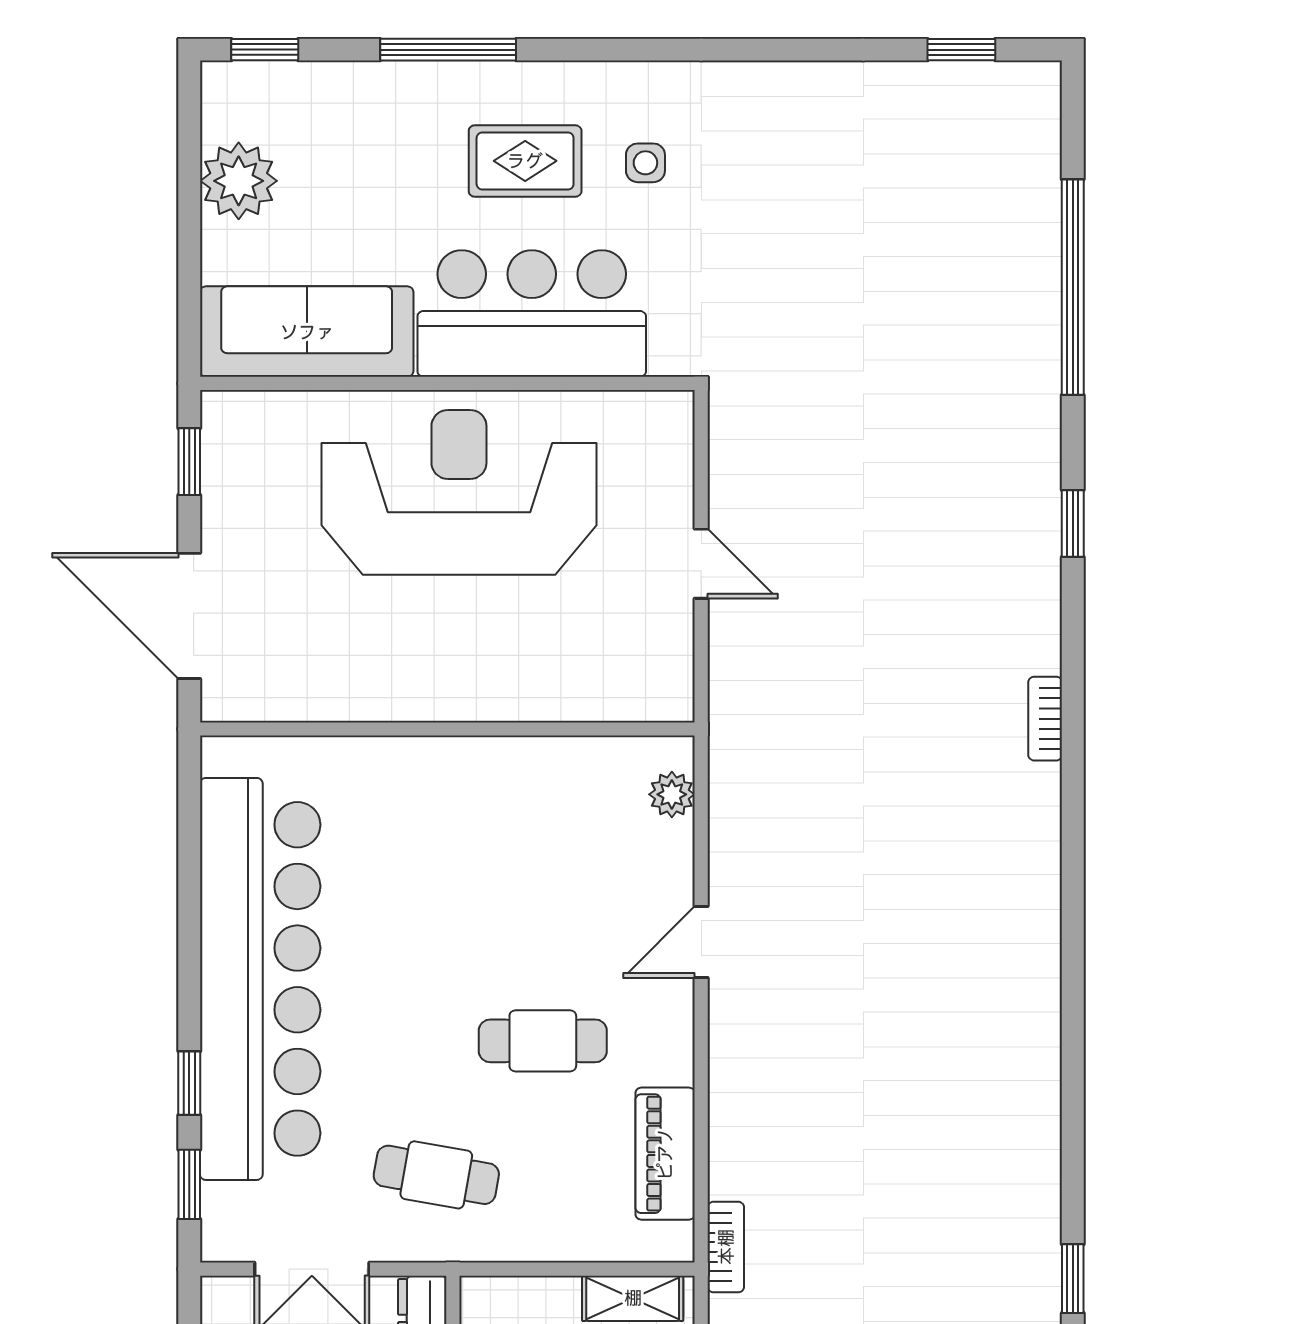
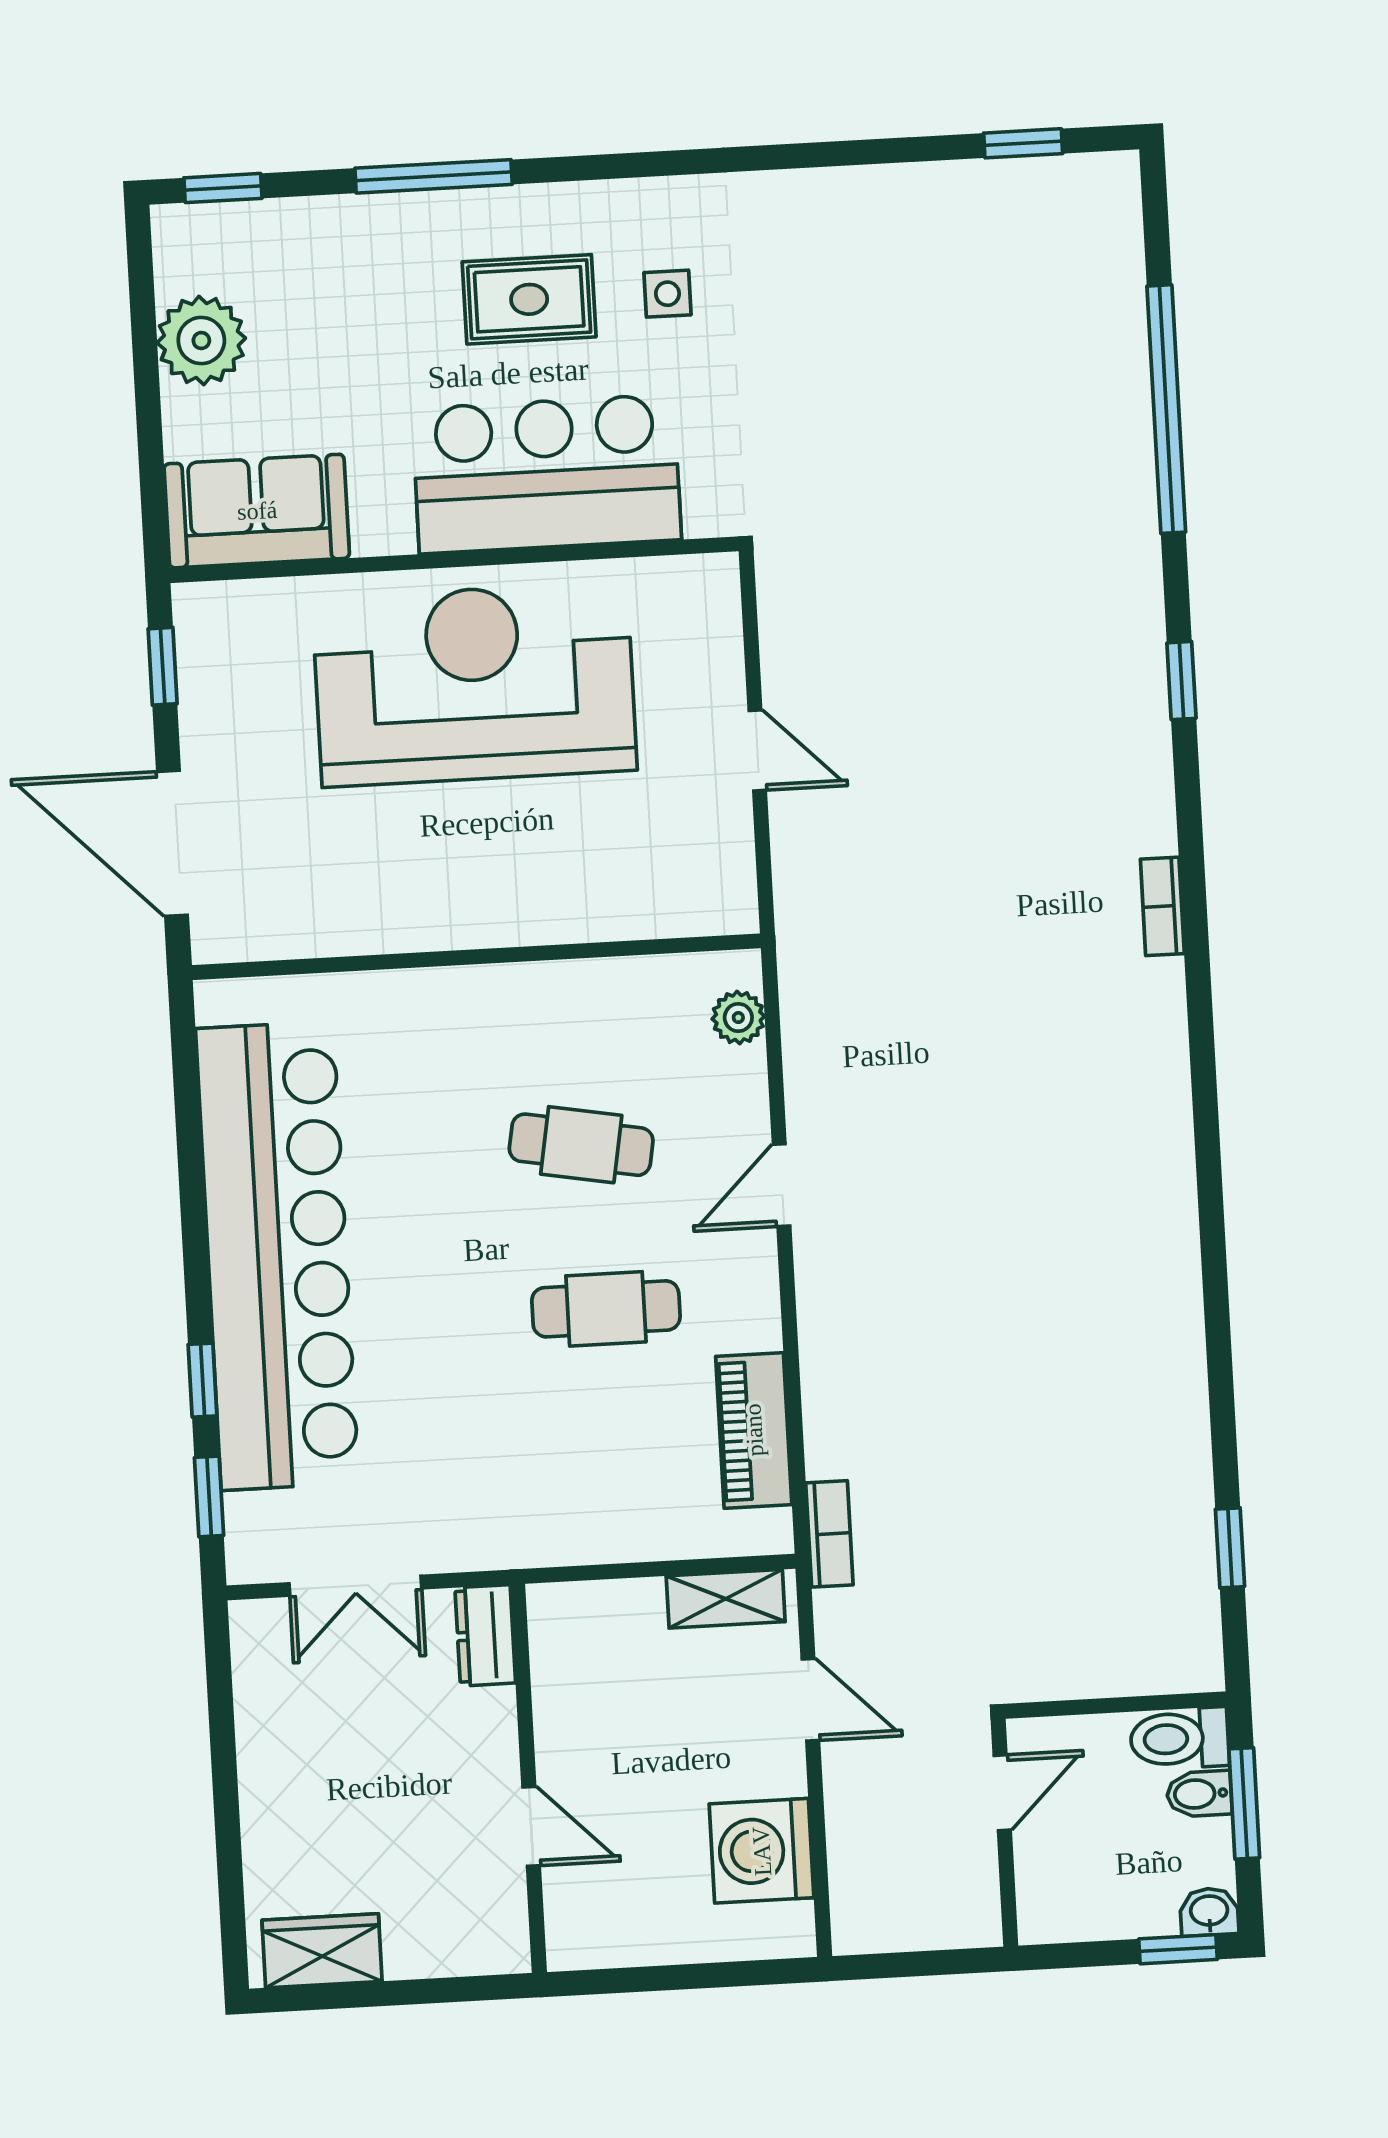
sofa: (307, 332) -> (257, 511), width x0.73
cafe table: (436, 1175) -> (581, 1145), moved

